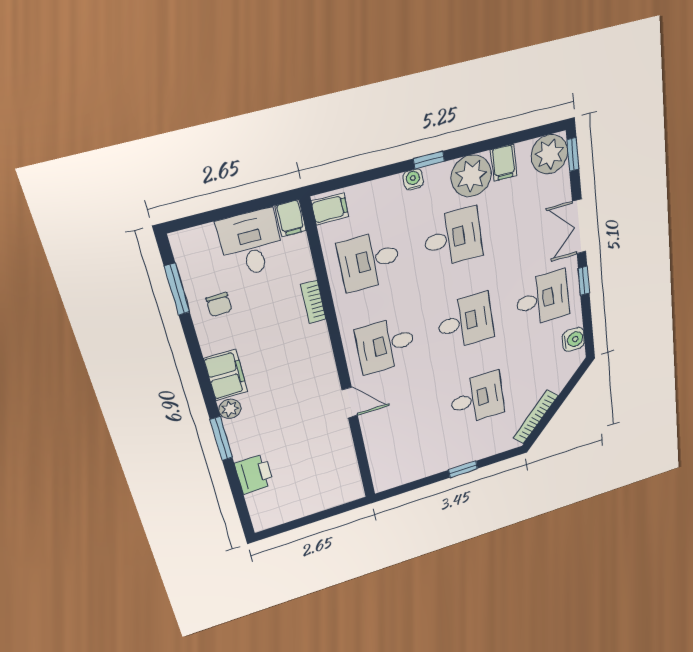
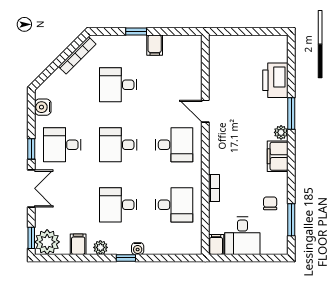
plant: (471, 176) -> (100, 247), width x0.53, depth x0.53
filing cabinet: (330, 209) -> (155, 45), moved, turned -90
printer: (254, 474) -> (275, 80), width x1.37, depth x1.19

